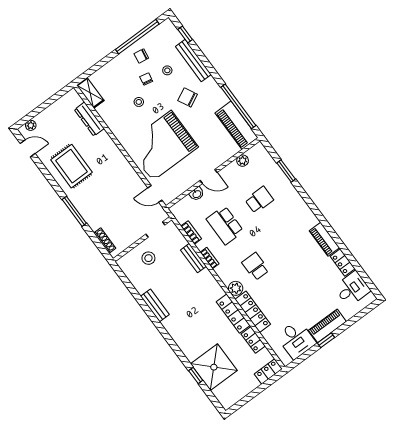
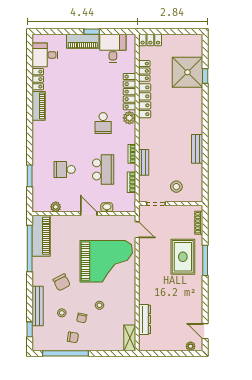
rug: (72, 166) -> (183, 257), moved

